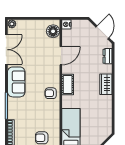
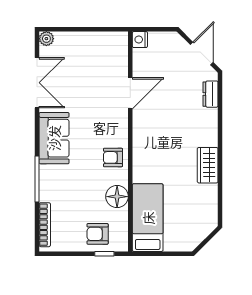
floor lamp: (53, 31) -> (117, 197), moved
cot: (68, 84) -> (142, 143), removed
wardrobe: (106, 84) -> (208, 165), moved

